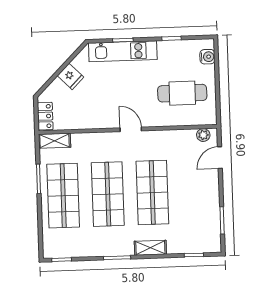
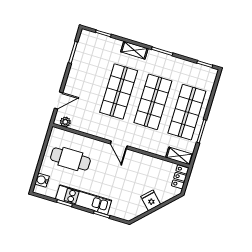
kitchen unit: (123, 51) -> (84, 200), moved

